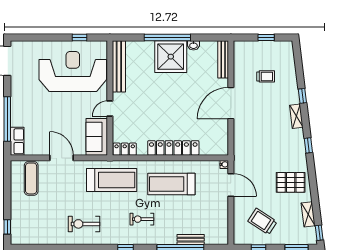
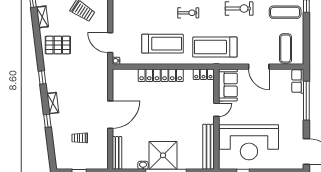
exercise mat: (32, 220) -> (285, 12), added

